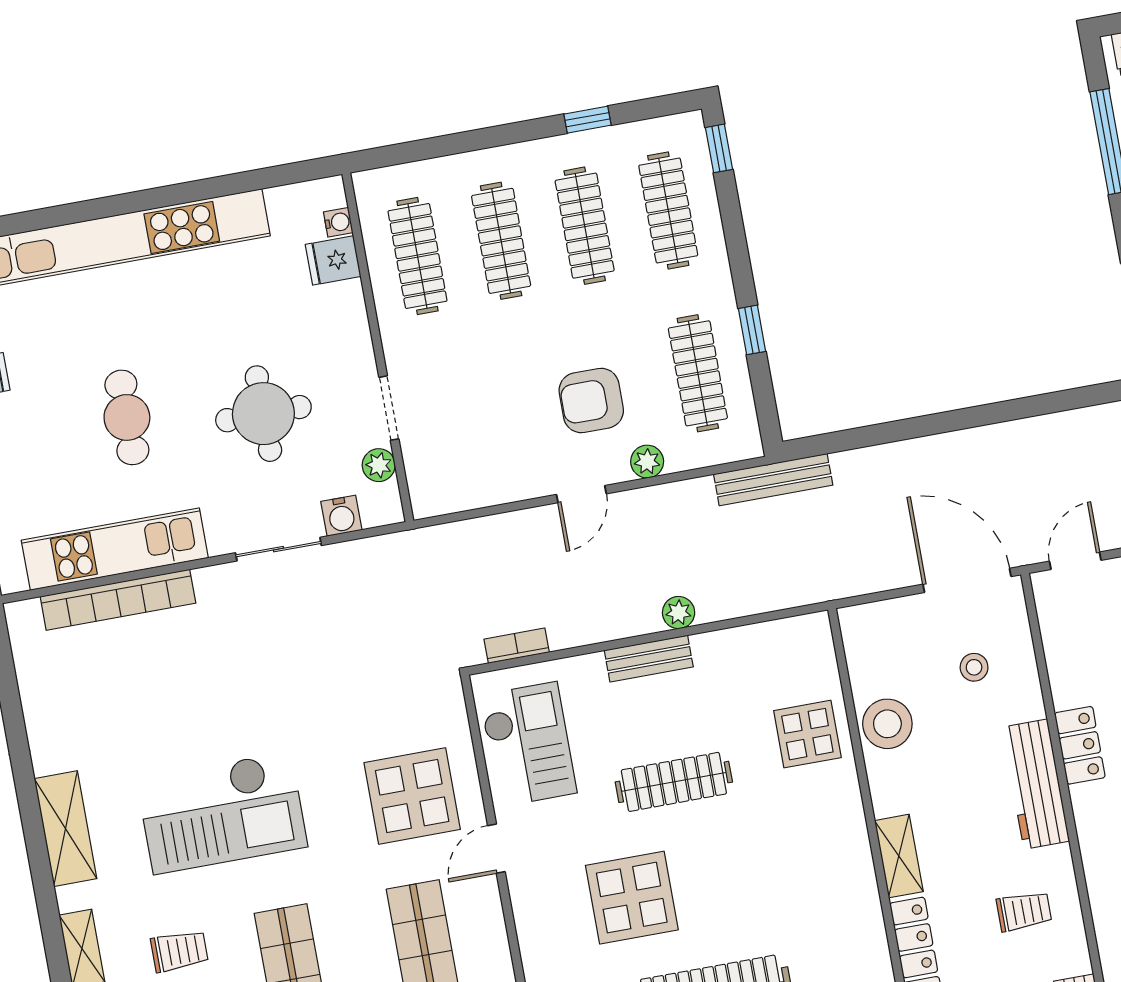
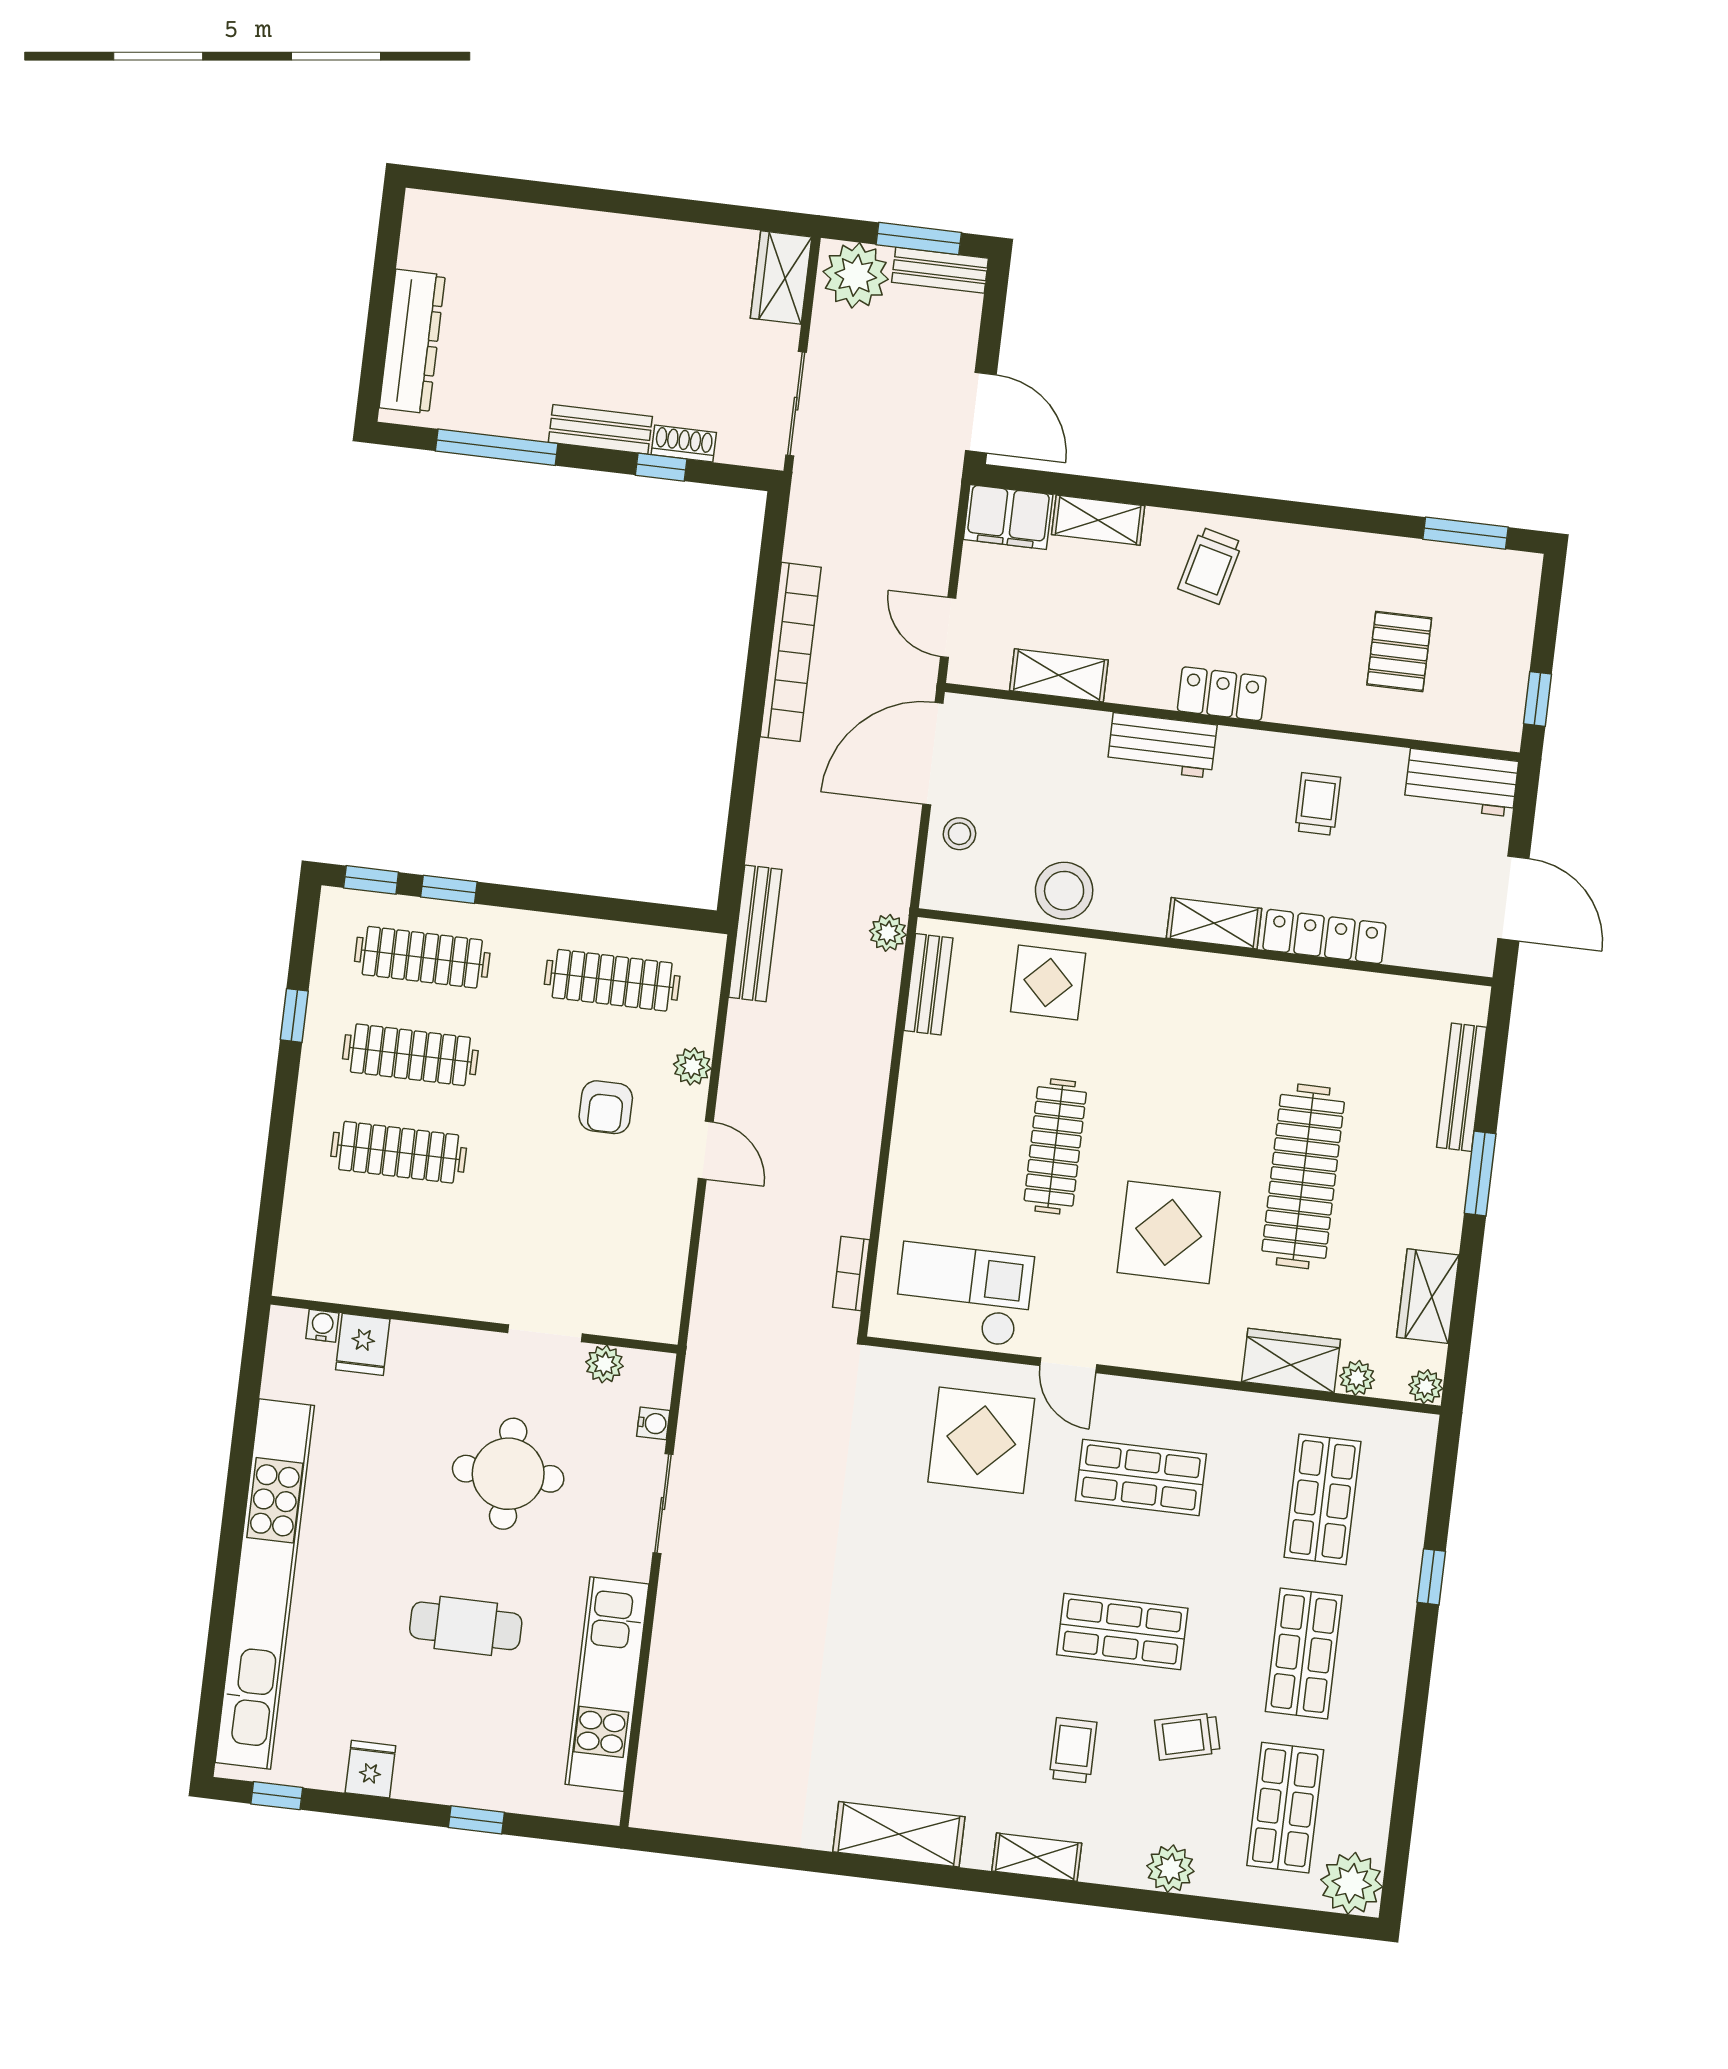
clothes rail: (418, 256) -> (387, 1250), removed
window: (752, 330) -> (449, 889), moved
armchair: (591, 400) -> (606, 1107), width x0.72, depth x0.72
water cooler: (341, 516) -> (653, 1423), width x0.72, depth x0.72
bookcase: (118, 600) -> (791, 652), moved
plant: (679, 613) -> (888, 933), moved
bench: (649, 659) -> (928, 984), moved
shelving: (1064, 664) -> (1059, 675), added
stool: (974, 667) -> (959, 834), moved
locker: (1080, 745) -> (1222, 694), moved
workbench: (1036, 784) -> (1162, 745), width x0.73
checkout: (222, 813) -> (935, 1656), removed

